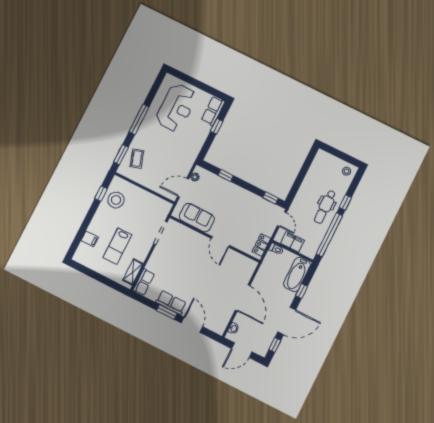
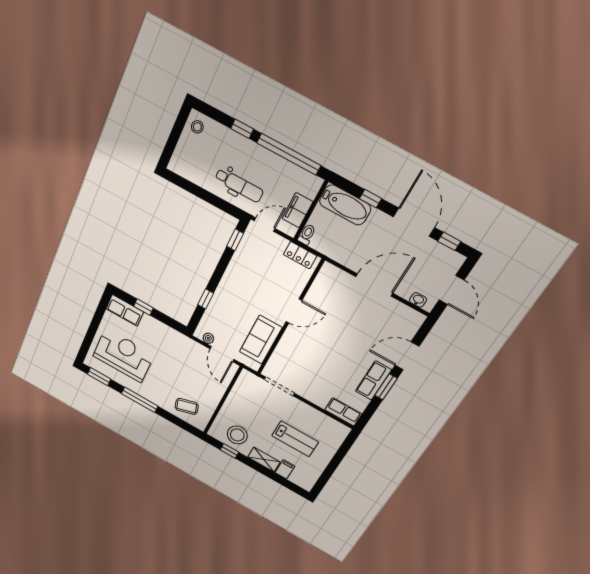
window: (121, 155) -> (99, 377), moved
dental chair: (325, 207) -> (239, 185), moved
shelving: (133, 272) -> (264, 459), moved

